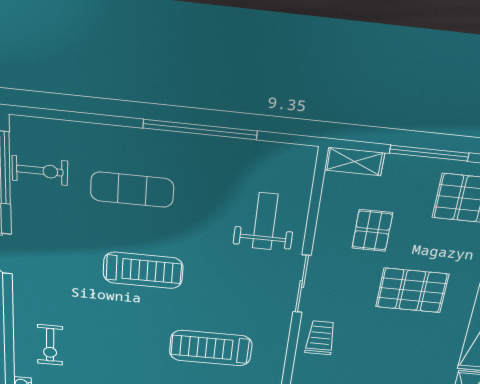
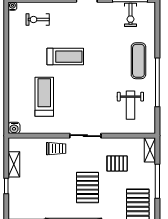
exercise mat: (132, 190) -> (138, 61), moved
weight bench: (265, 221) -> (130, 105), moved, turned 90
treadmill: (143, 270) -> (65, 57), moved, turned -90

